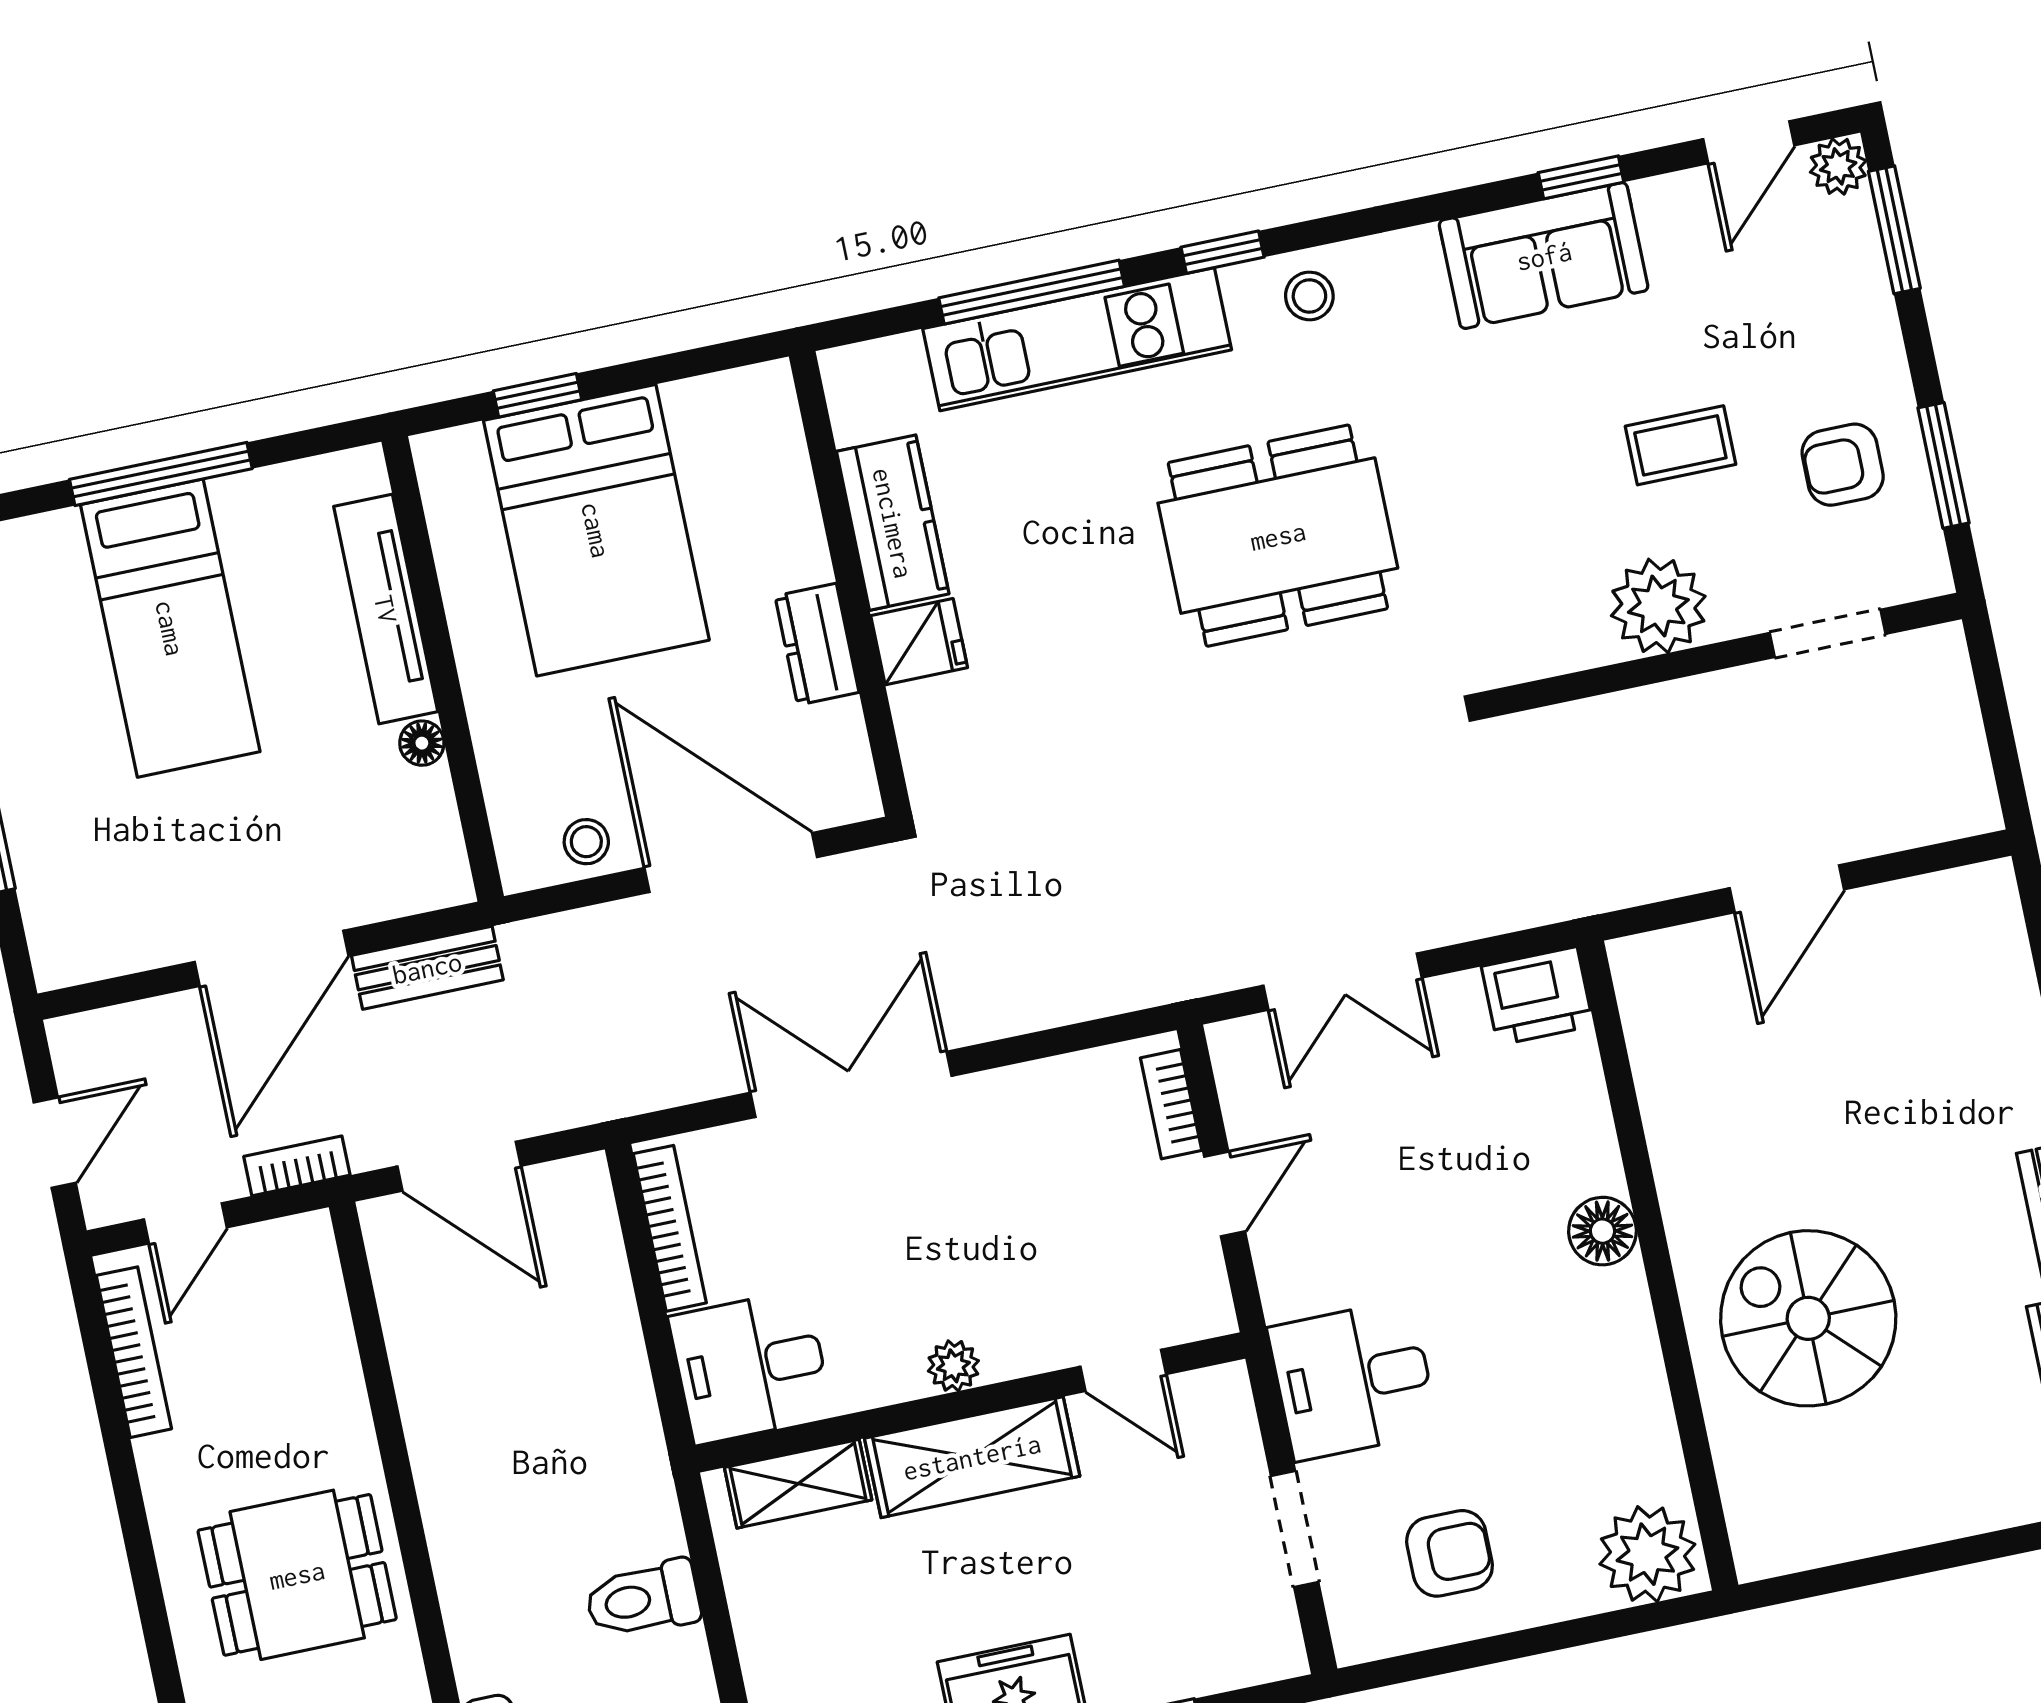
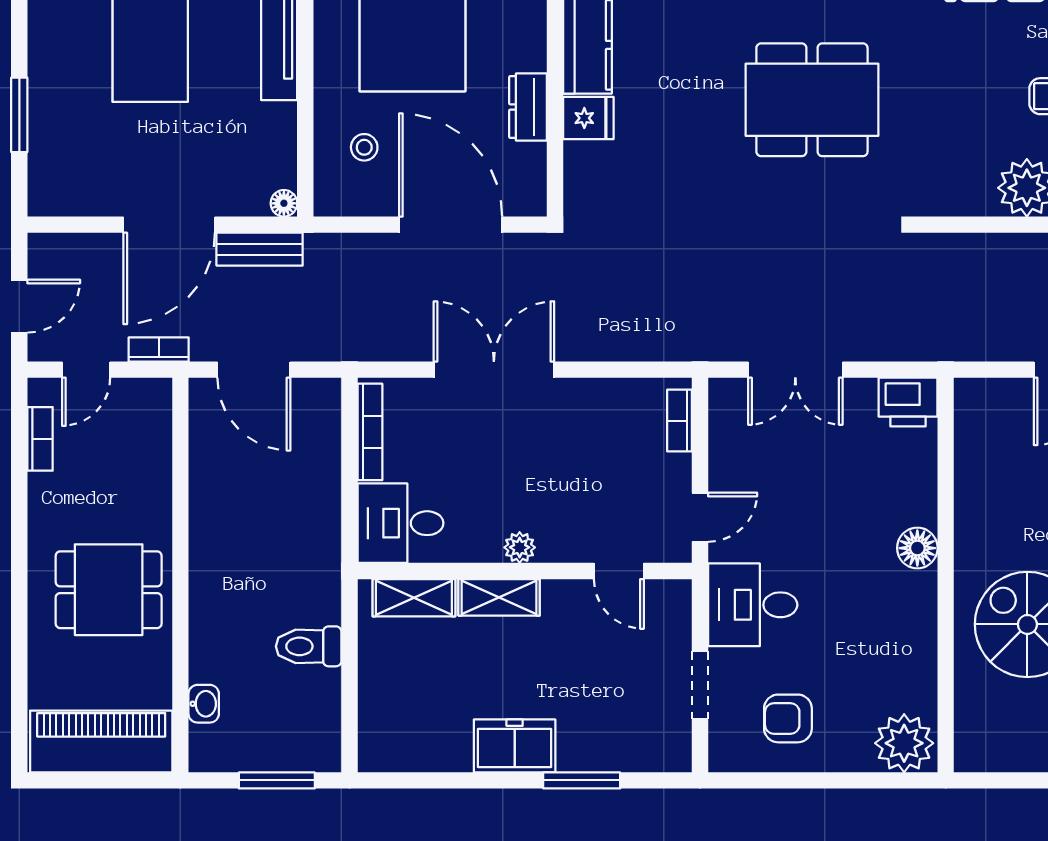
floor lamp: (422, 743) -> (284, 203), moved
stool: (586, 842) -> (364, 147), moved
door: (1225, 1194) -> (700, 517), moved
bookcase: (134, 1352) -> (40, 439), width x0.64
shelving: (972, 1457) -> (499, 597), width x0.67, depth x0.75
armchair: (1450, 1553) -> (788, 718), turned 180

